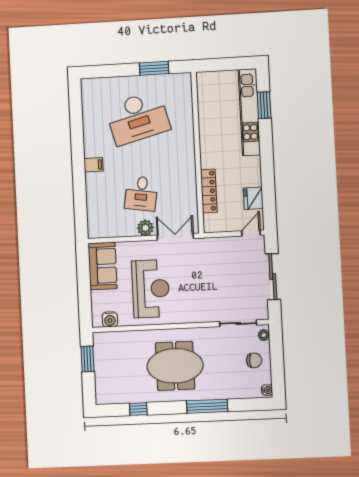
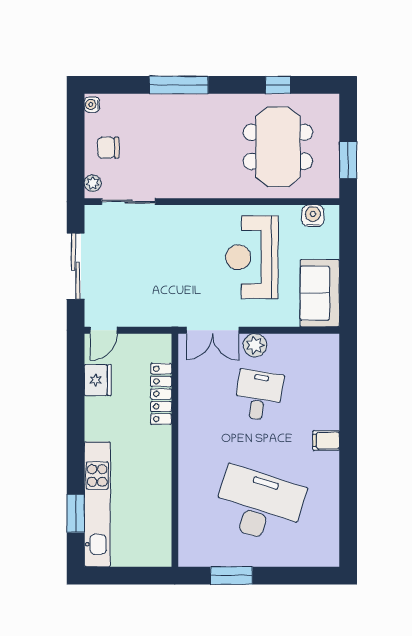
desk: (138, 118) -> (259, 505), turned 33
meeting table: (175, 366) -> (278, 147), moved, turned 90

